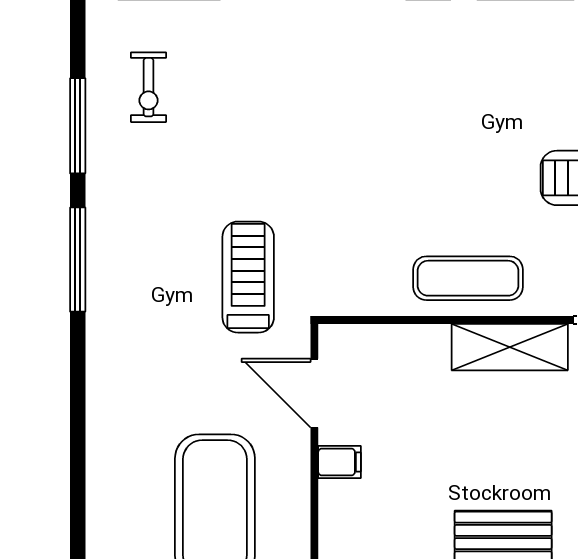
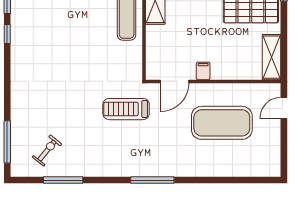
exercise bike: (148, 87) -> (47, 151), turned -51
window: (78, 260) -> (152, 180), moved

